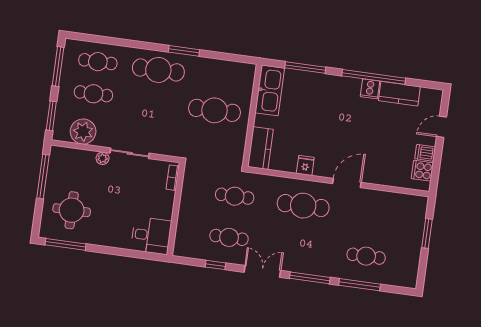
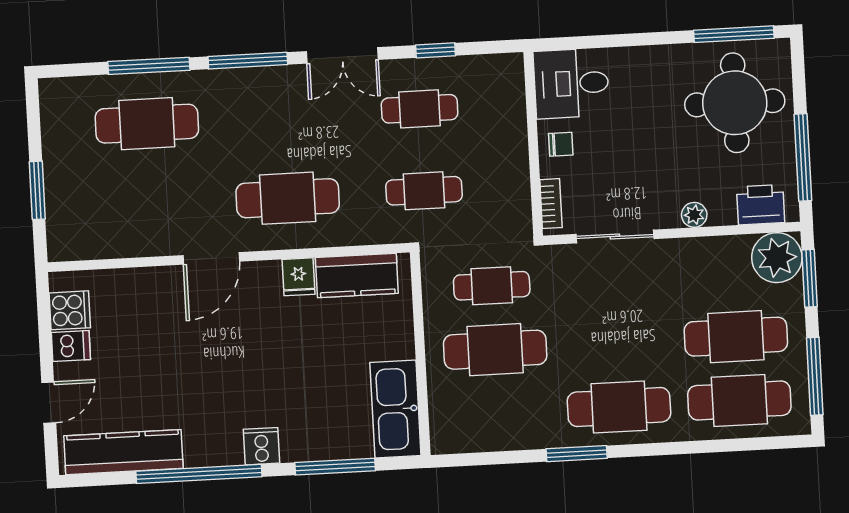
cafe table: (98, 62) -> (739, 401), width x1.37, depth x1.35
cooker: (370, 89) -> (261, 446), moved
cafe table: (93, 94) -> (736, 337), width x1.37, depth x1.35
kitchen counter: (399, 94) -> (123, 452), width x1.50
plant: (83, 132) -> (777, 258), moved
cafe table: (210, 142) -> (492, 286), added
kitchen counter: (260, 148) -> (357, 275), moved, turned -90
sliding door: (130, 153) -> (615, 236), moved
printer: (69, 157) -> (761, 205), added
chair: (162, 206) -> (561, 144), added
round table: (72, 210) -> (735, 103), width x1.36, depth x1.36
cafe table: (366, 256) -> (147, 124), width x1.37, depth x1.35

